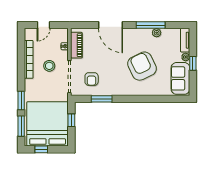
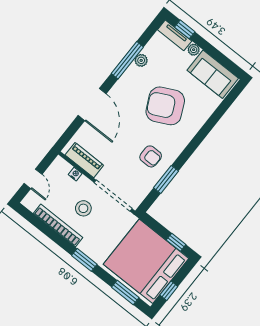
door: (111, 25) -> (92, 105), hinge flipped
window: (193, 63) -> (185, 29), moved
armchair: (92, 79) -> (151, 156), moved
window: (21, 100) -> (84, 260), moved
window: (71, 120) -> (176, 242), moved

